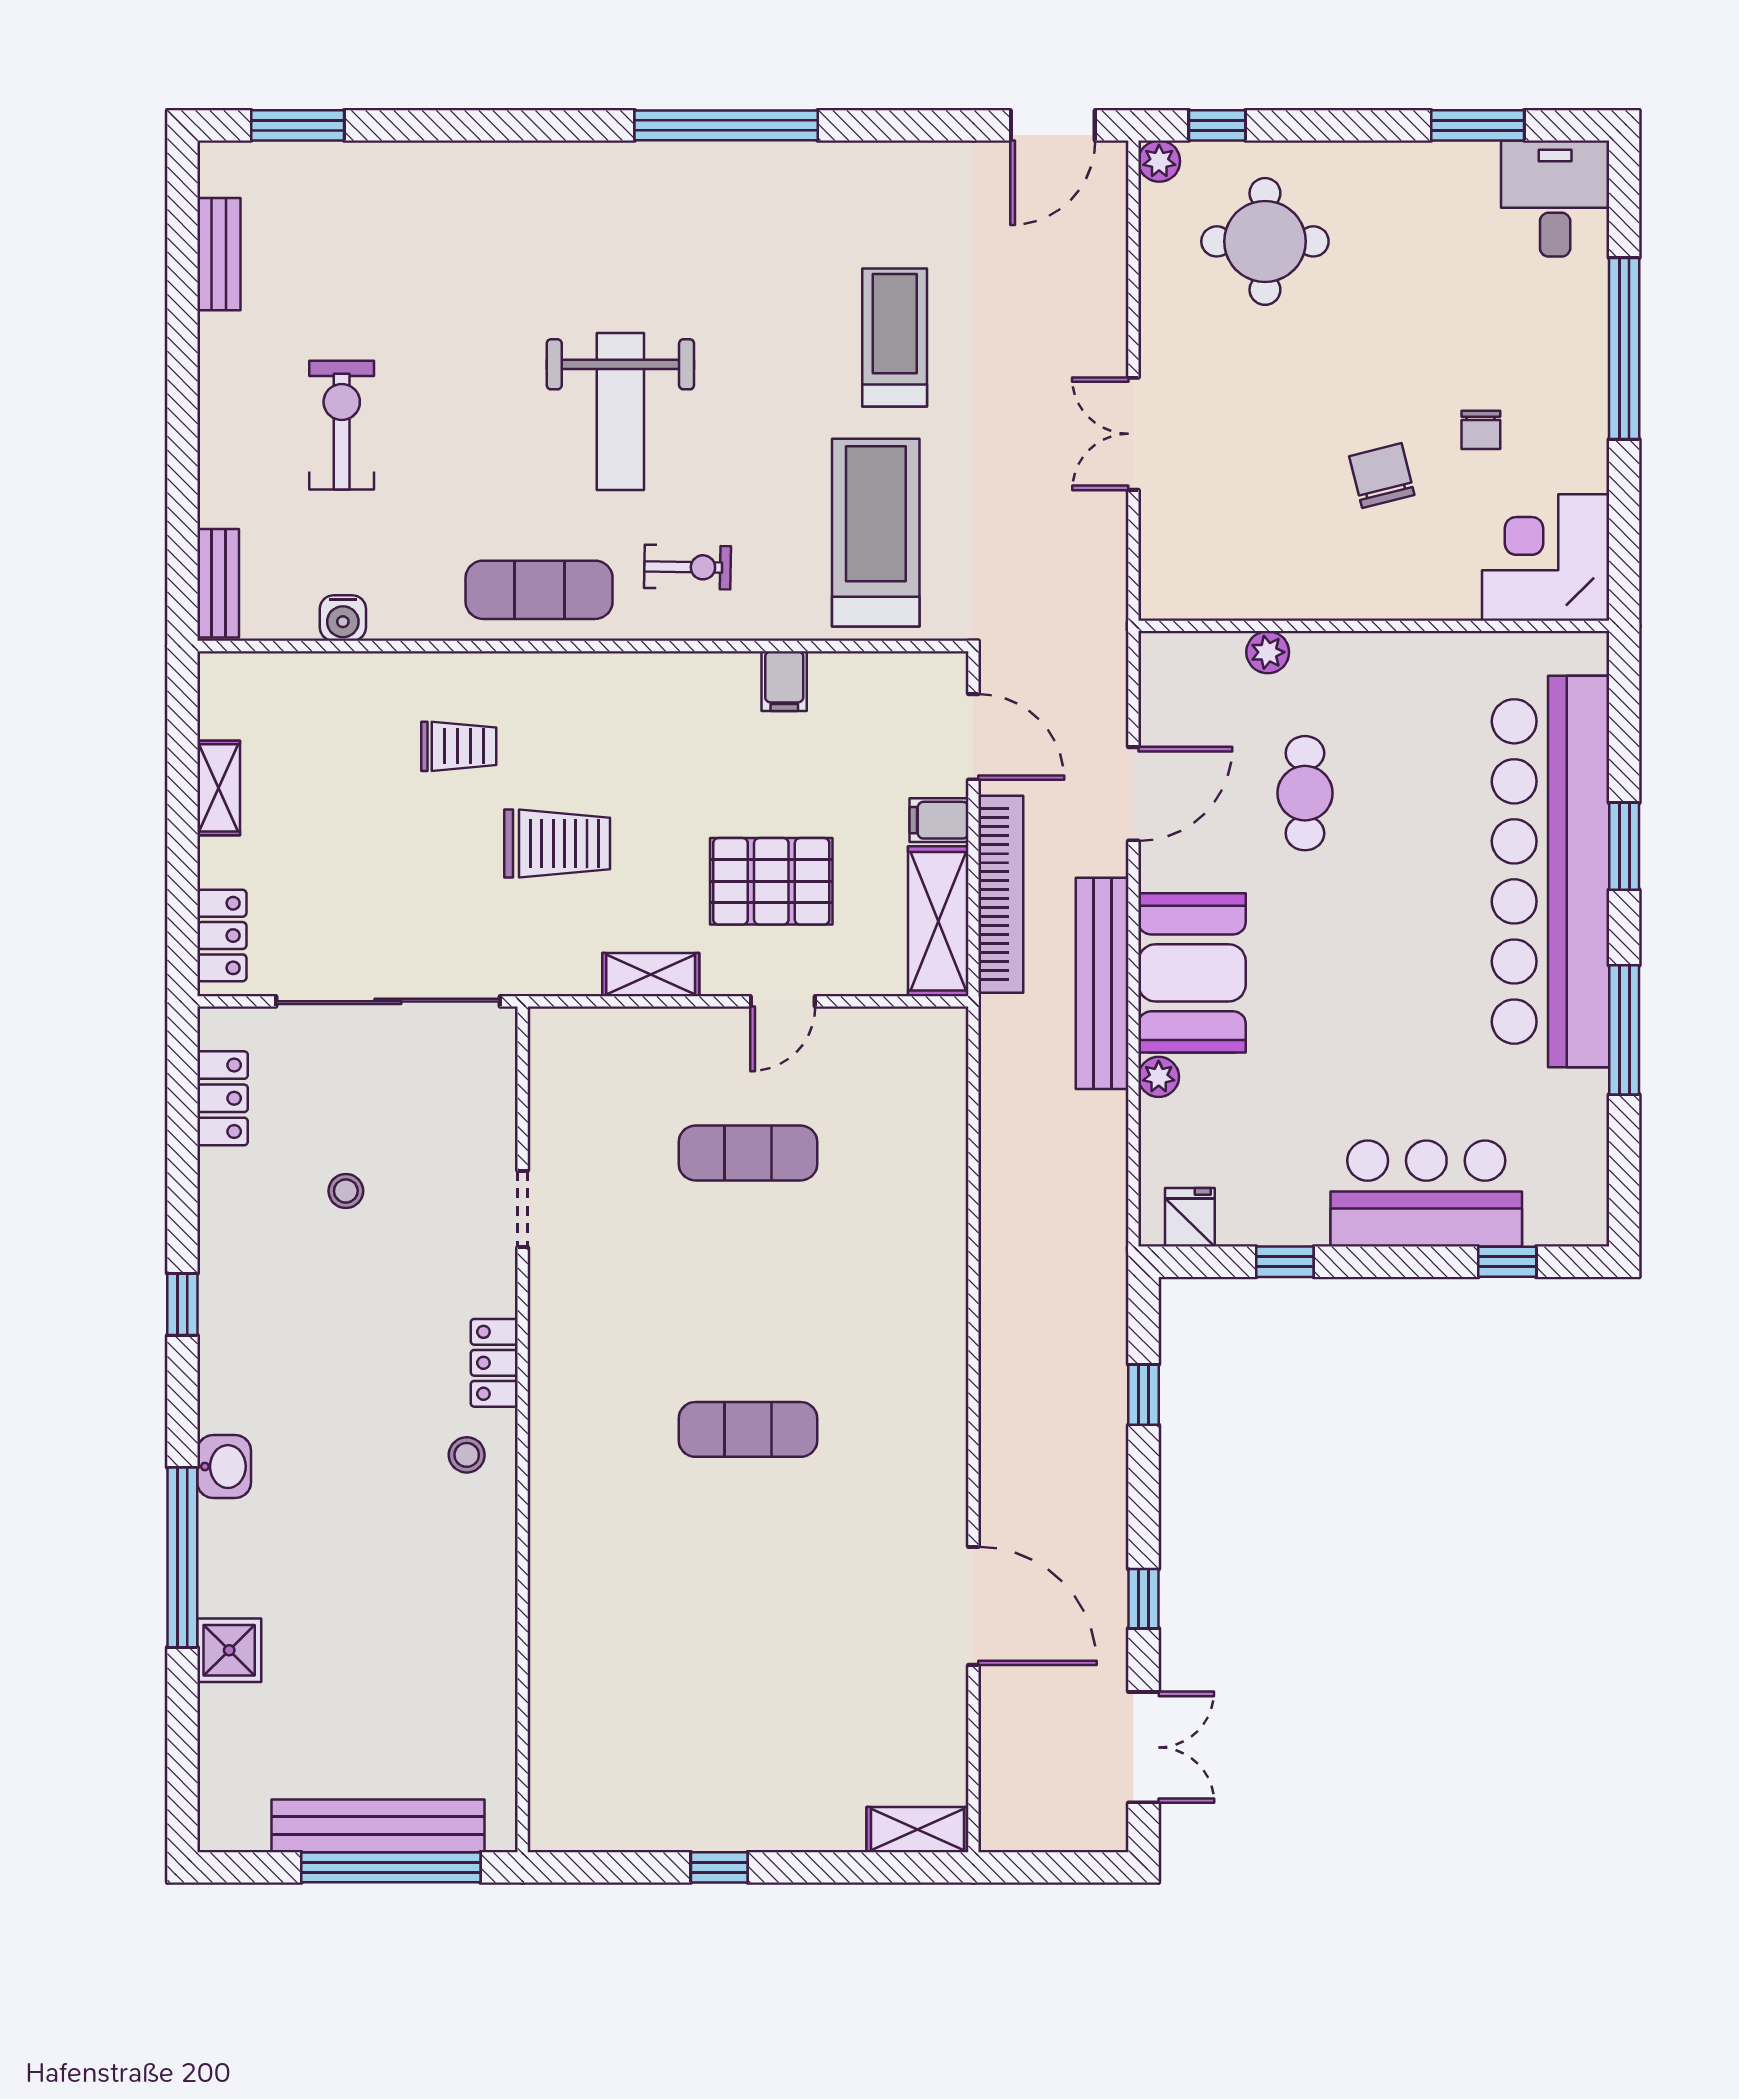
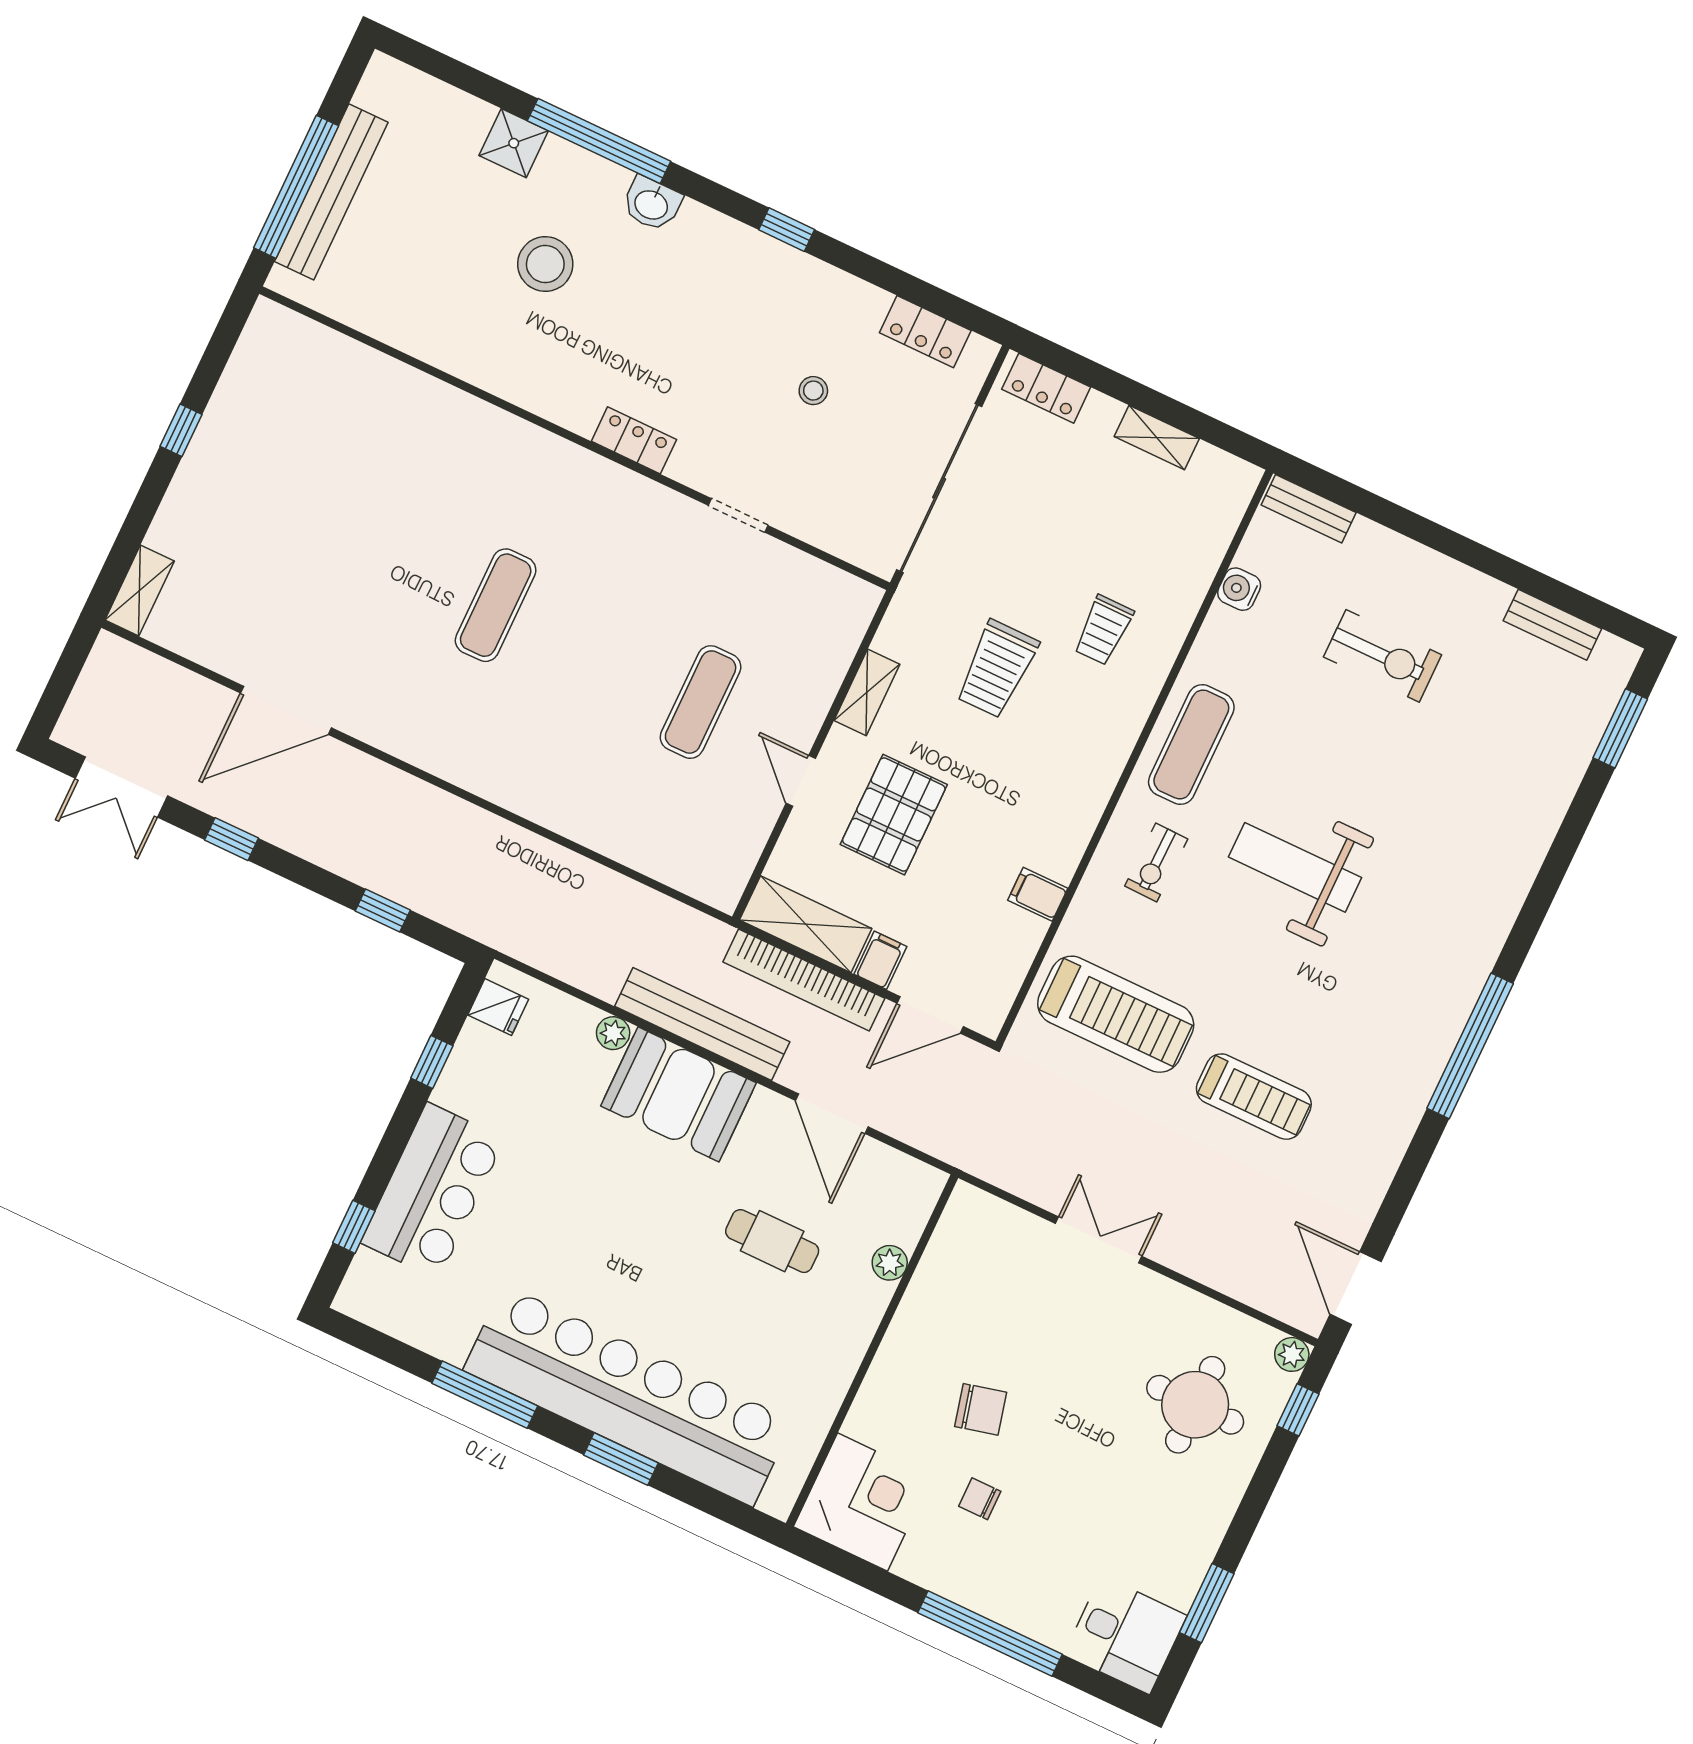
stool: (467, 1455) -> (545, 264), moved, width x1.89, depth x1.89

